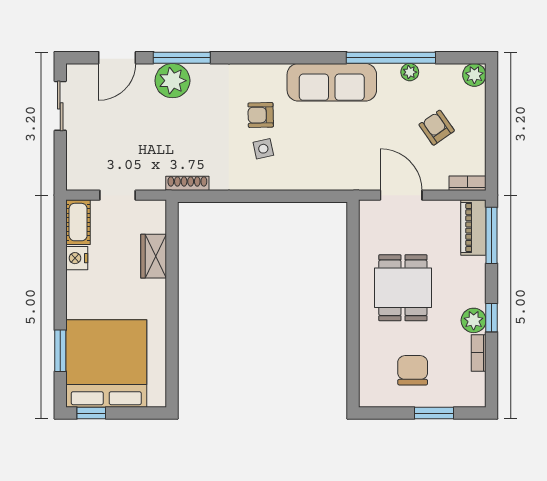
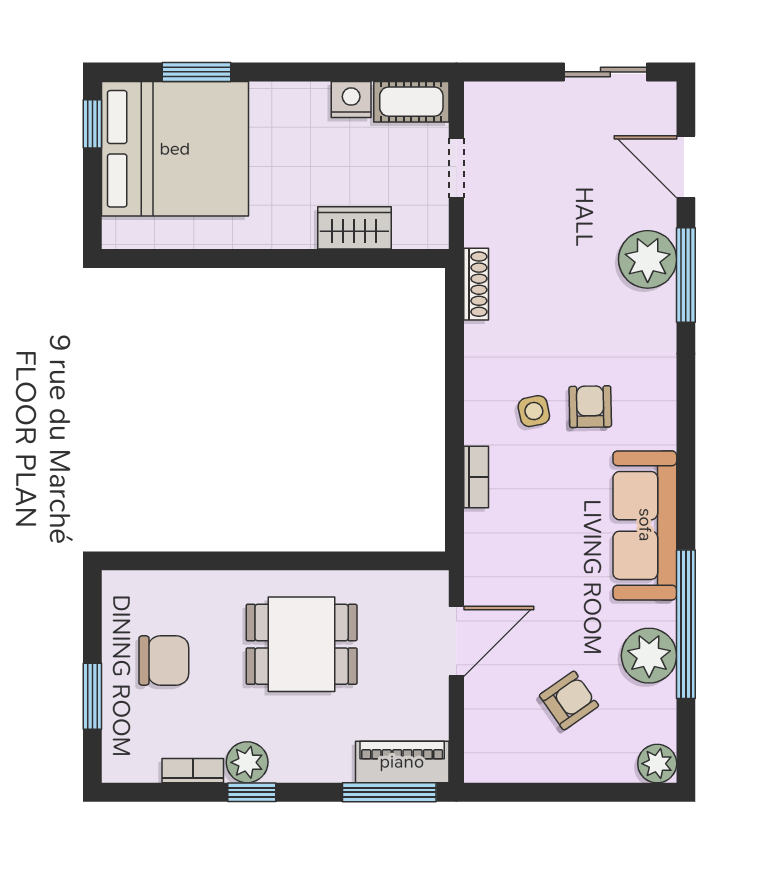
plant: (410, 72) -> (649, 656), width x1.87, depth x1.87
bookcase: (468, 183) -> (476, 477), moved

